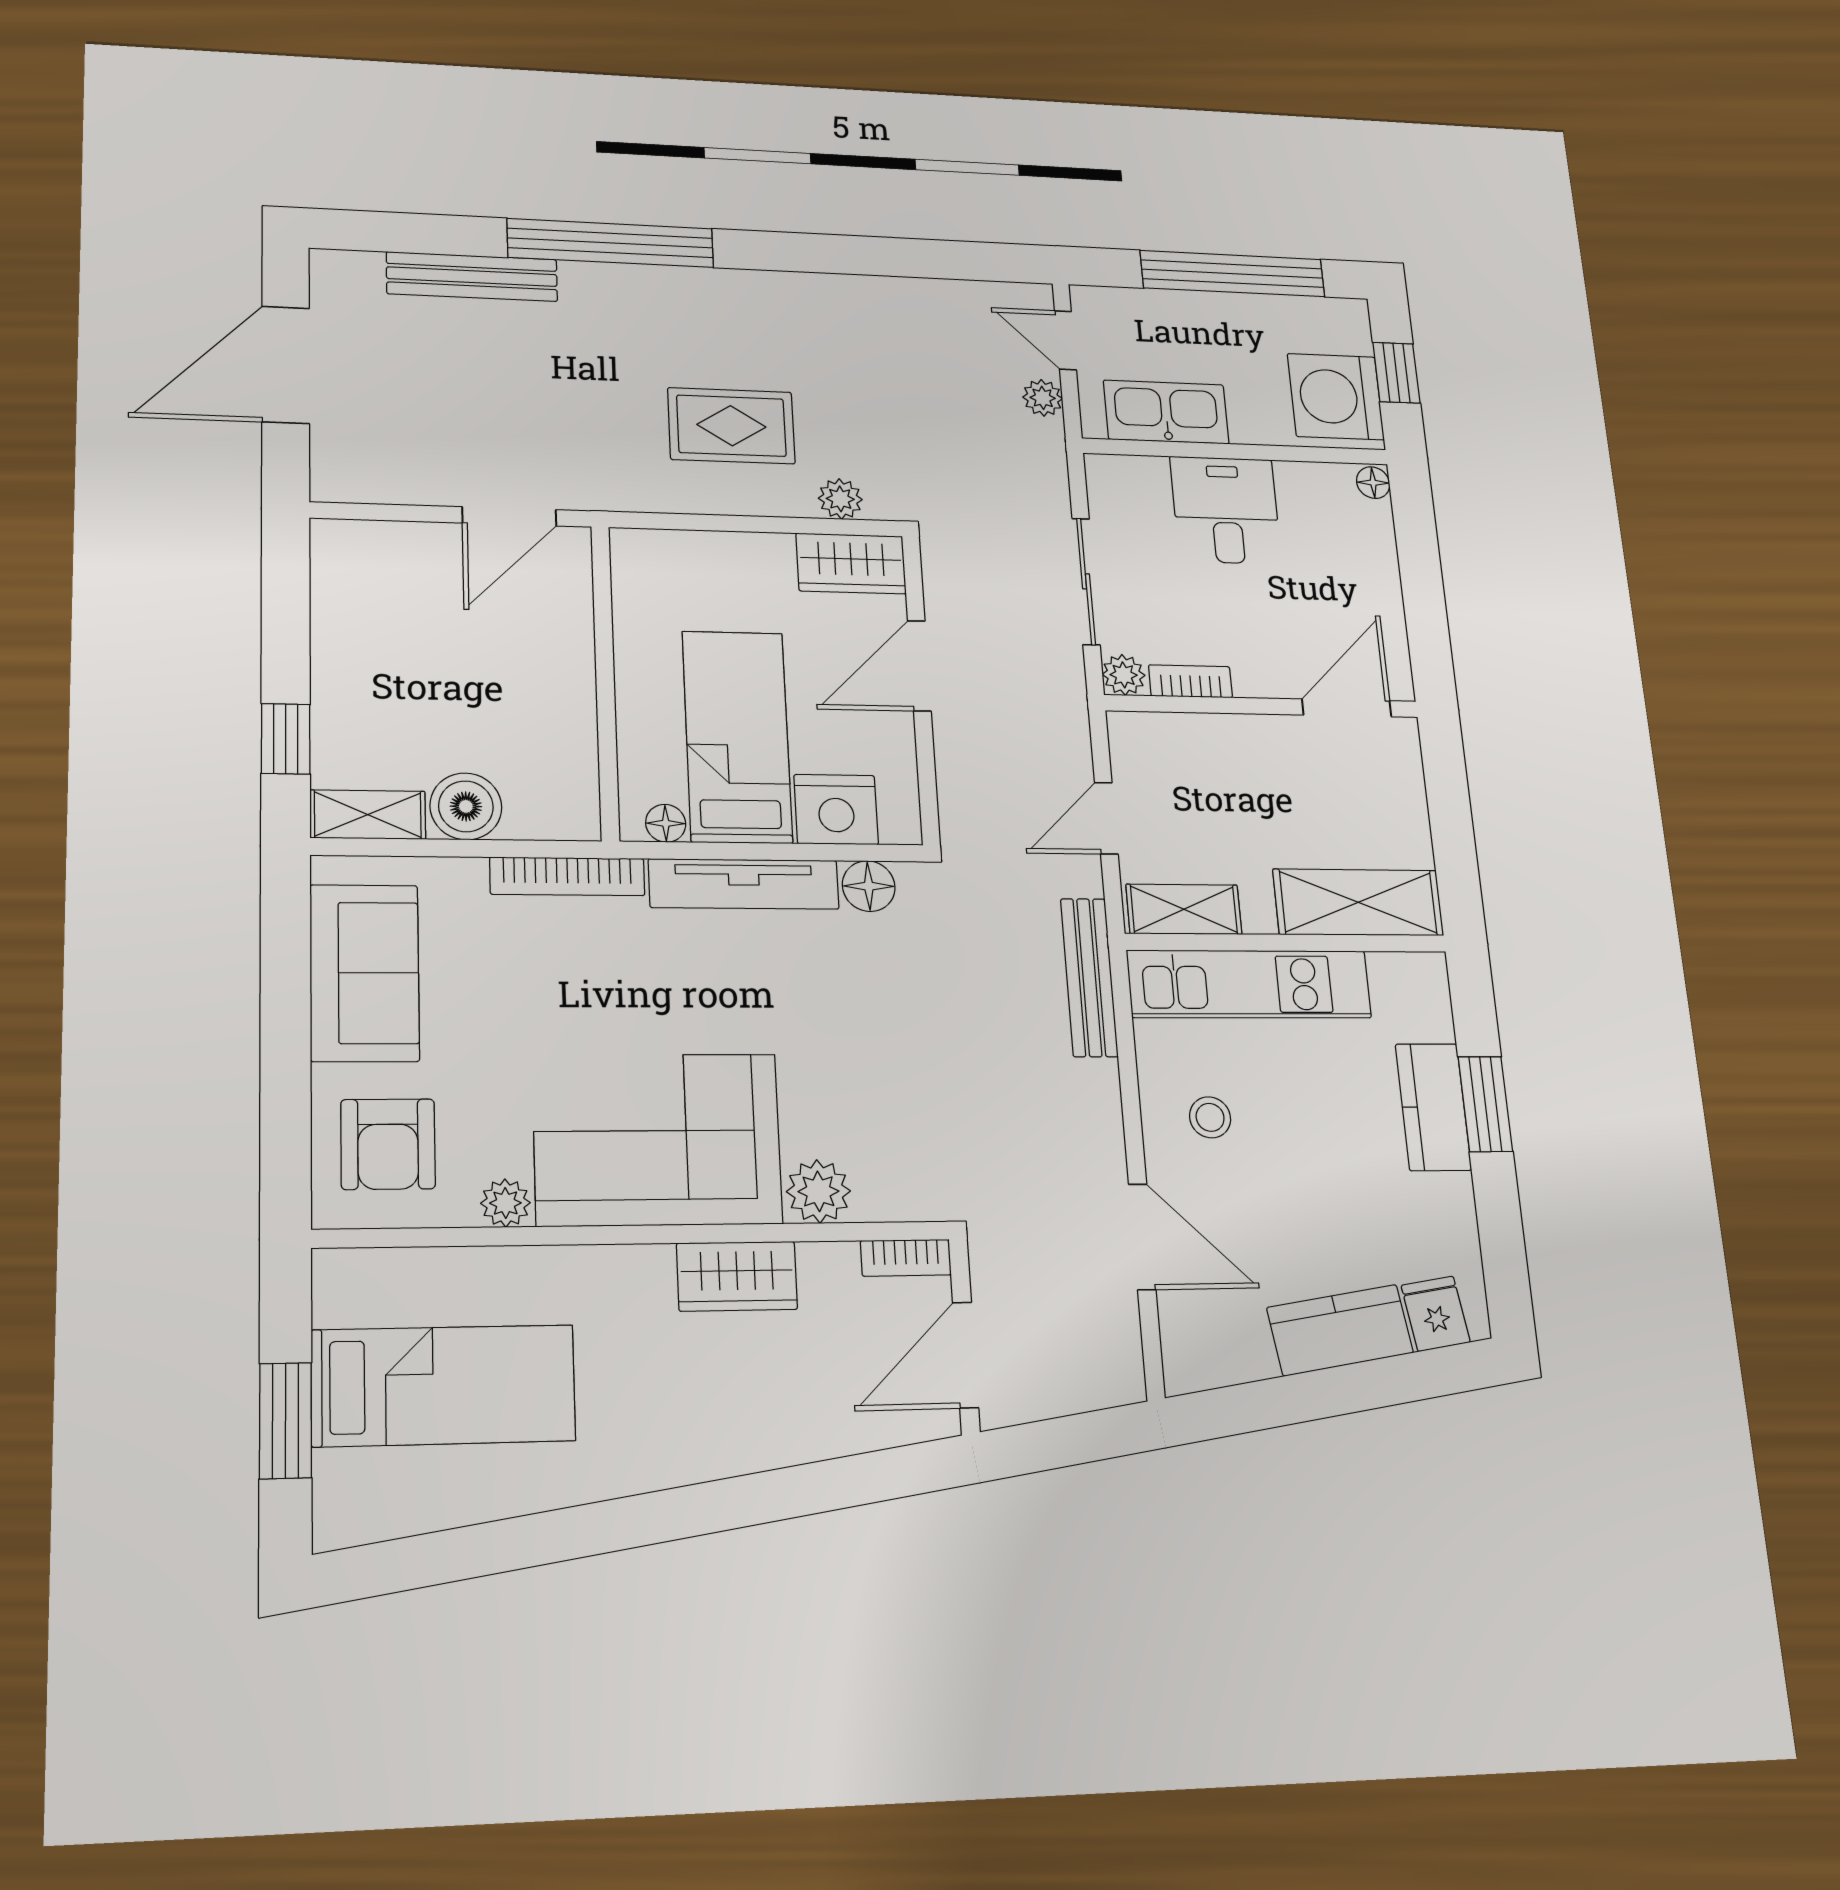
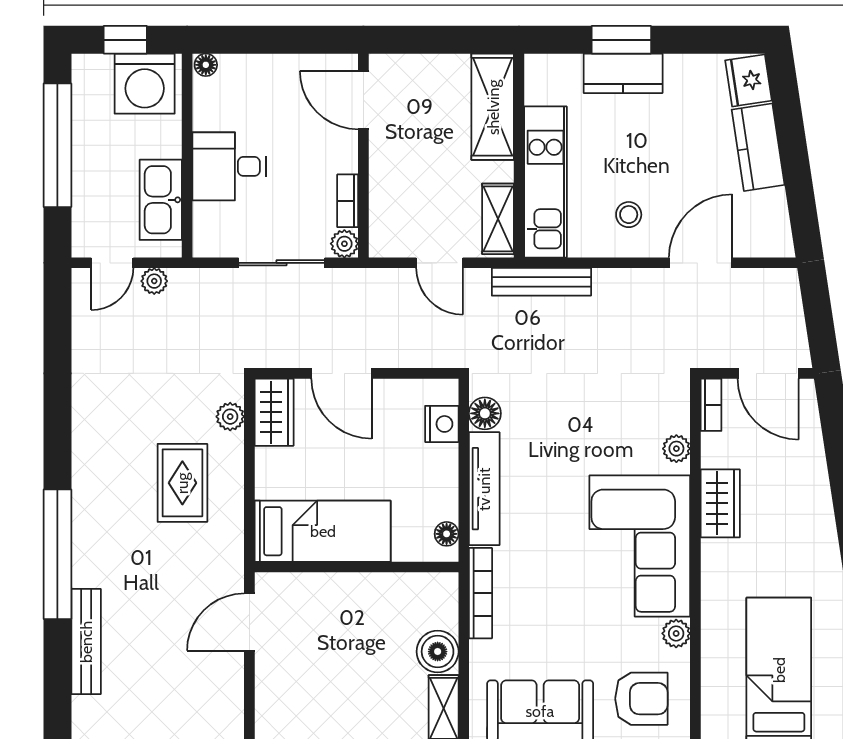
door: (509, 516) -> (249, 622), swing flipped
bed: (737, 737) -> (323, 531), moved, turned 180
nightstand: (836, 810) -> (442, 424), width x0.74, depth x0.75
plant: (818, 1191) -> (676, 449), width x0.73, depth x0.73
fridge: (1436, 1314) -> (748, 80), width x1.38

